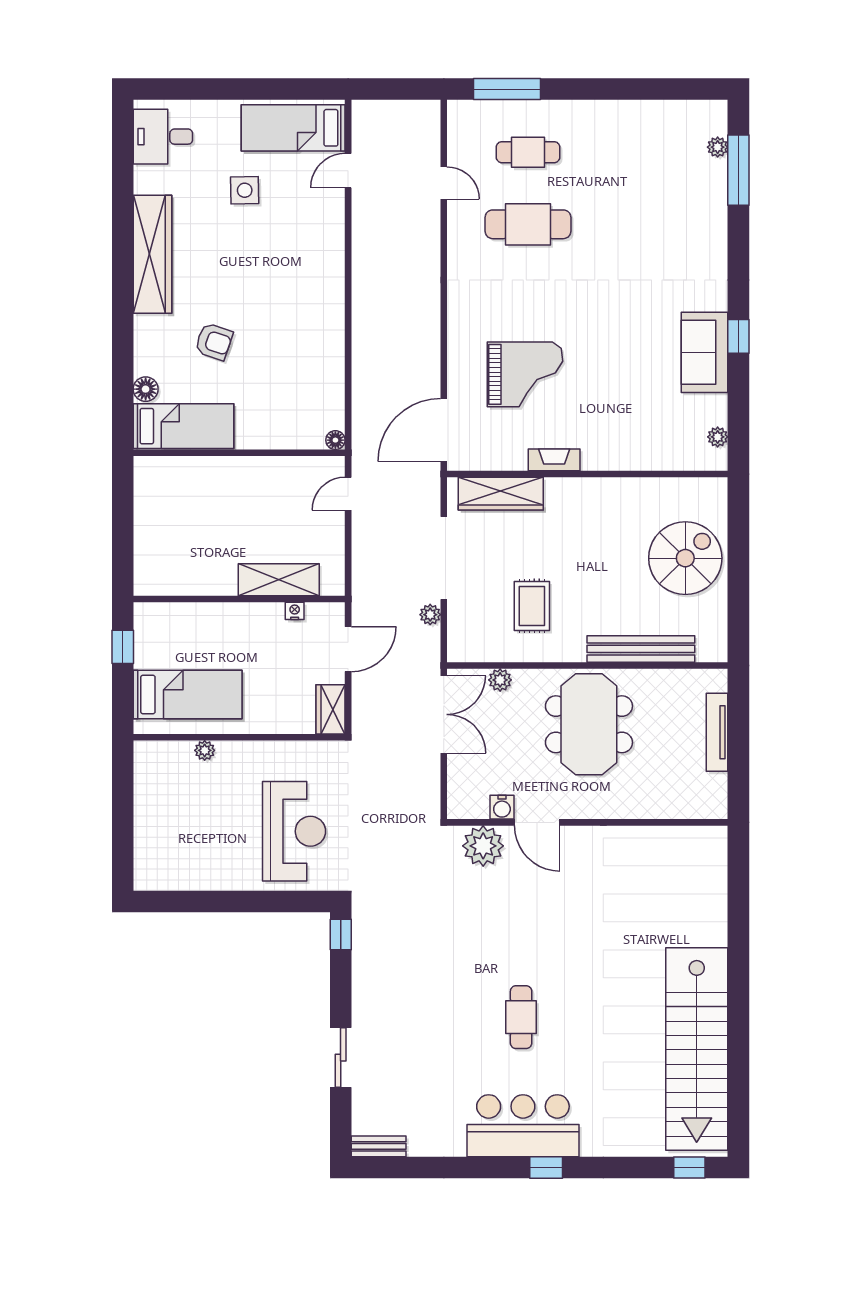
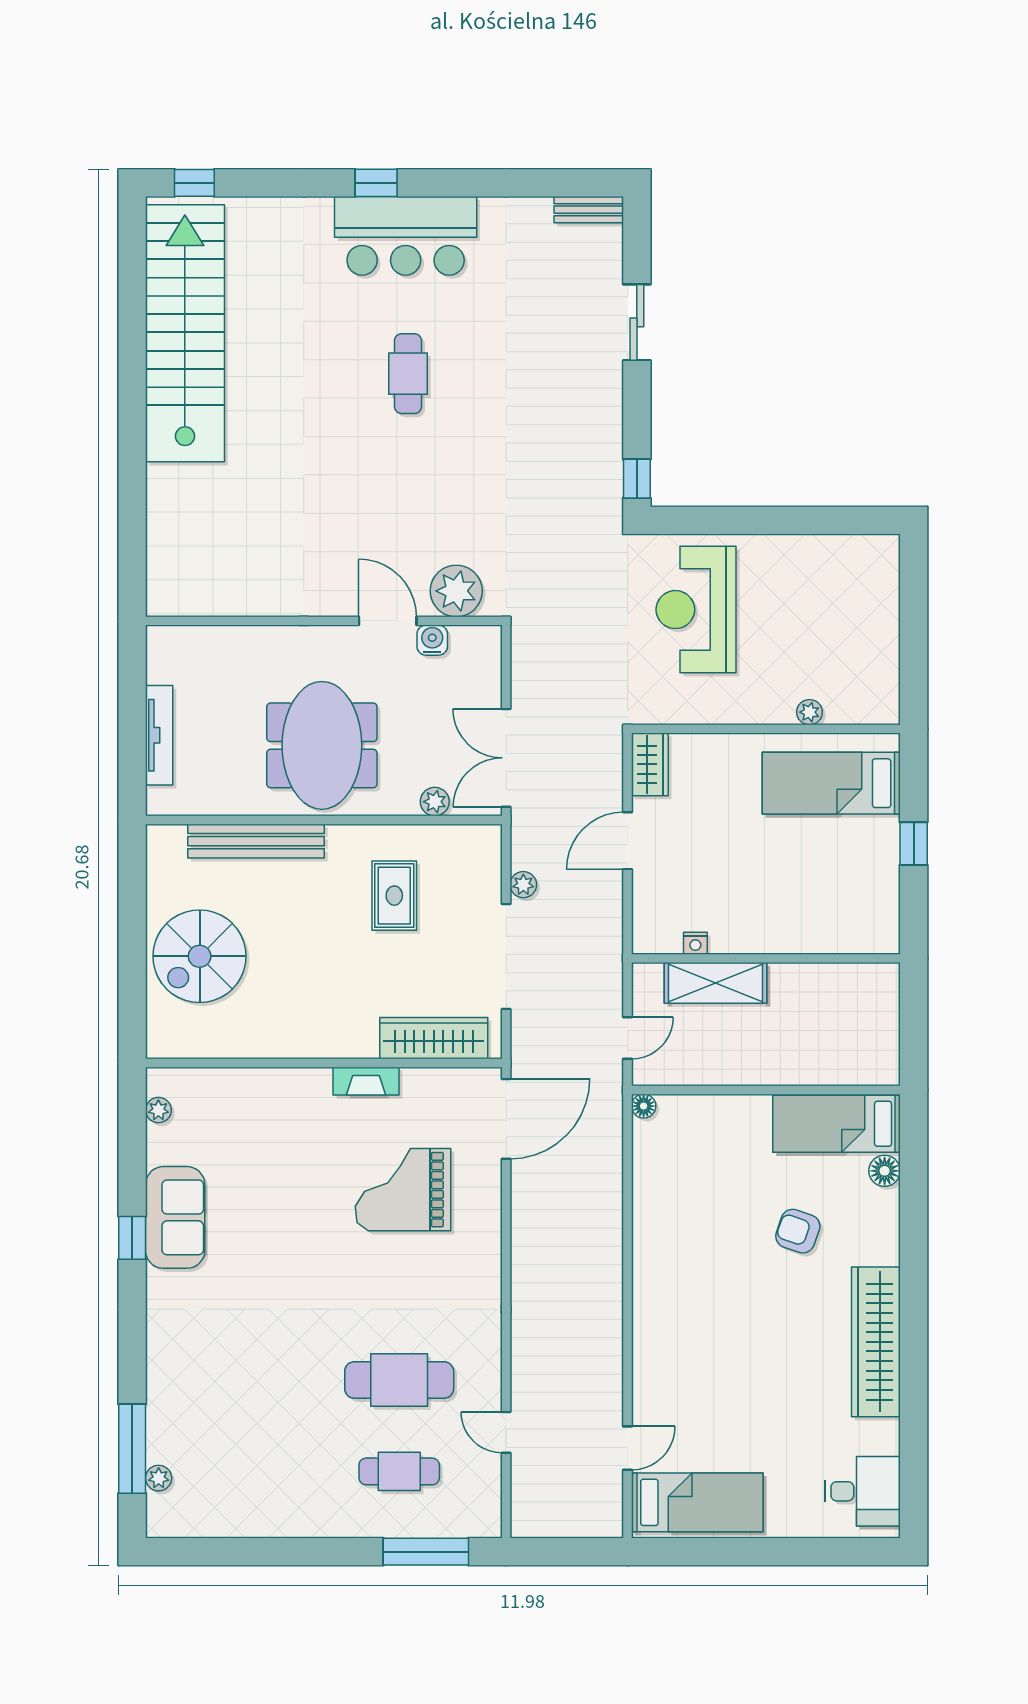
side table: (245, 190) -> (759, 1423), removed
shelving: (279, 580) -> (716, 983), moved
wall: (239, 599) -> (766, 958), moved
nightstand: (295, 611) -> (695, 943), moved

